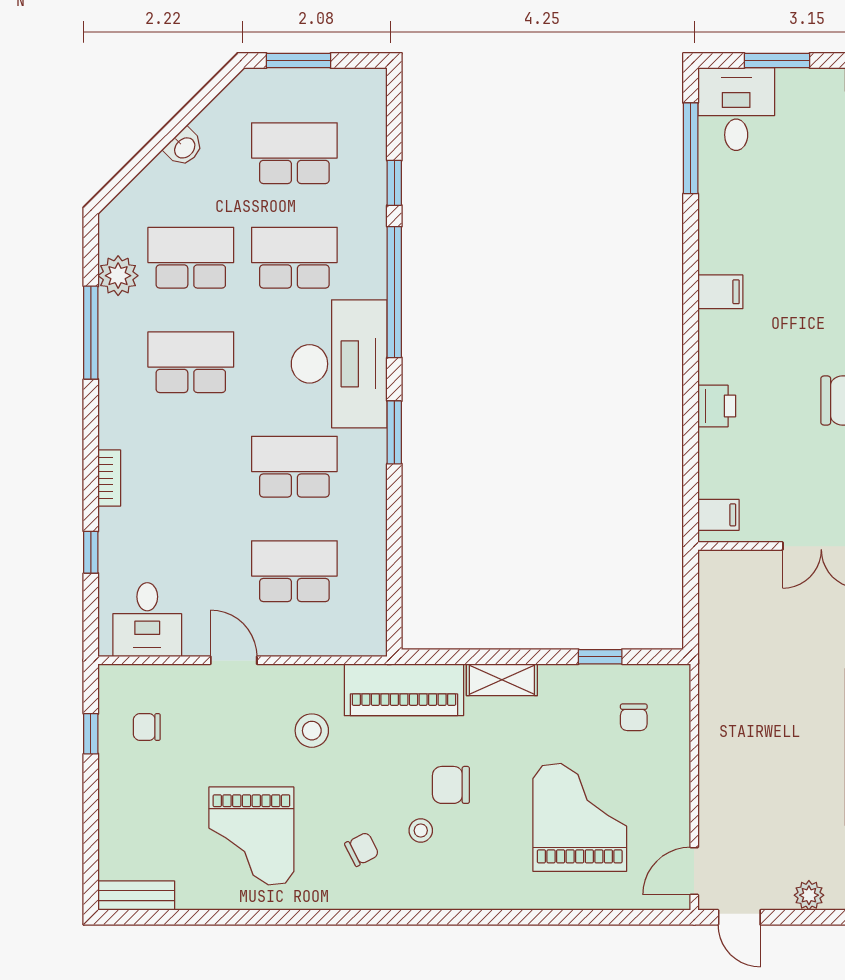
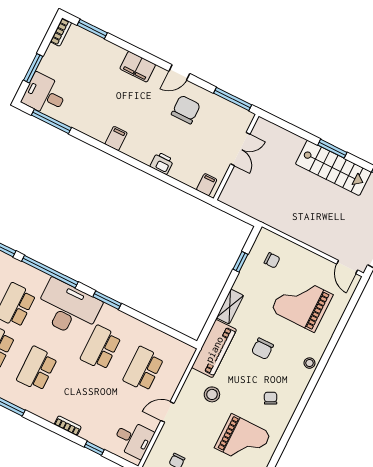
stool: (421, 830) -> (309, 363), moved

